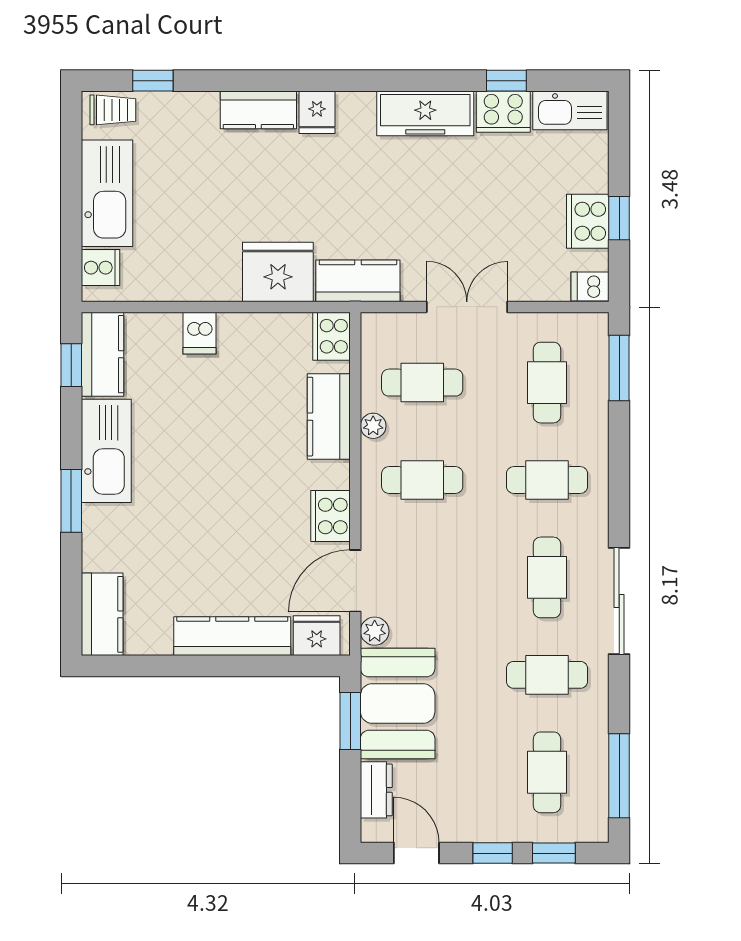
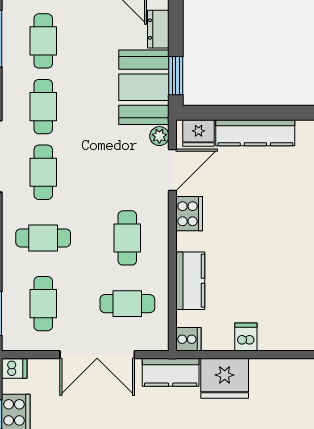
double door: (467, 307) -> (97, 355), width x1.37
dishwasher: (199, 333) -> (246, 337), moved
cooker: (332, 336) -> (188, 339), width x0.73
plant: (373, 426) -> (160, 274), removed
cafe table: (422, 480) -> (127, 238), turned 90
cafe table: (547, 675) -> (43, 107), turned 90

